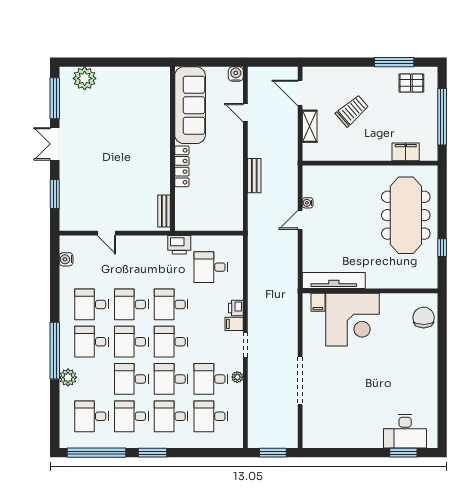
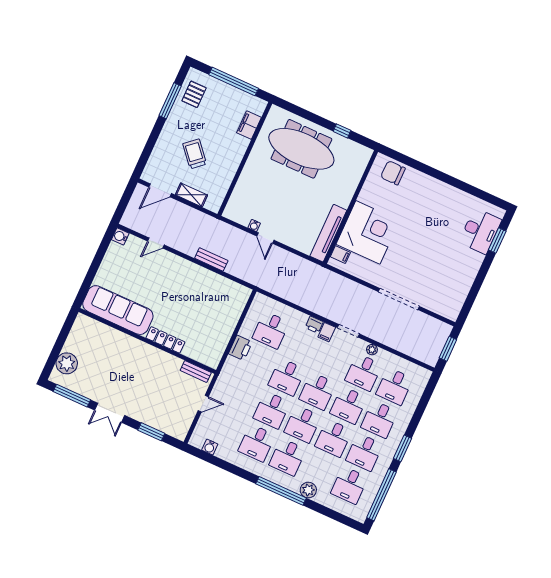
sofa: (190, 105) -> (118, 310), moved
wall: (172, 149) -> (147, 341), moved
locker: (182, 166) -> (165, 340), moved
bench: (164, 211) -> (196, 372), moved

